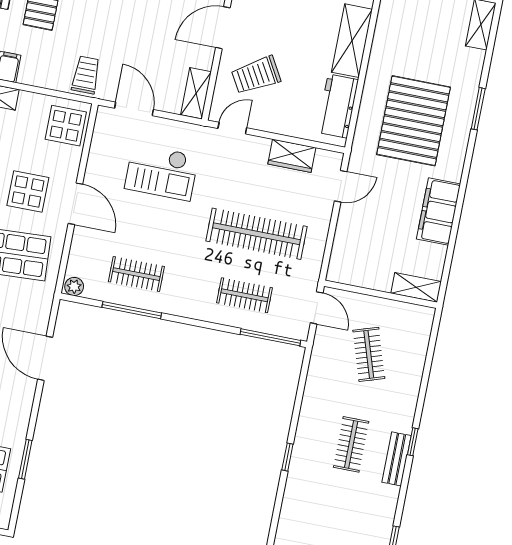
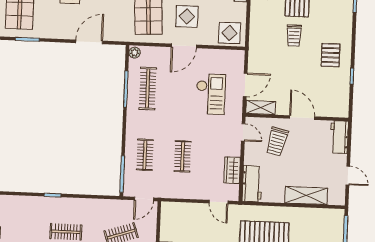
trolley: (86, 75) -> (294, 36), moved, turned 90
trolley: (256, 75) -> (277, 142), turned -137
workbench: (338, 106) -> (252, 184), moved, turned 90
door: (134, 109) -> (245, 85), moved
checkout: (161, 172) -> (211, 94), turned 180
clothes rail: (256, 234) -> (183, 156), width x0.54, depth x0.76
clothes rail: (136, 274) -> (148, 89), width x1.36

